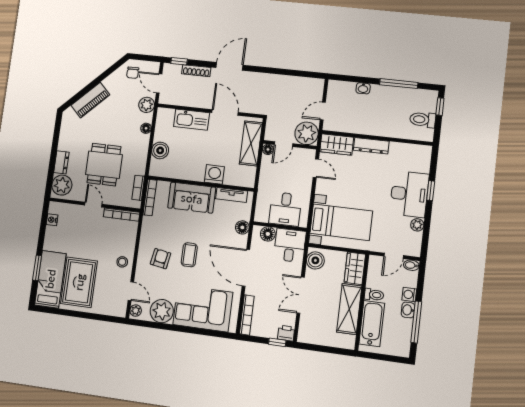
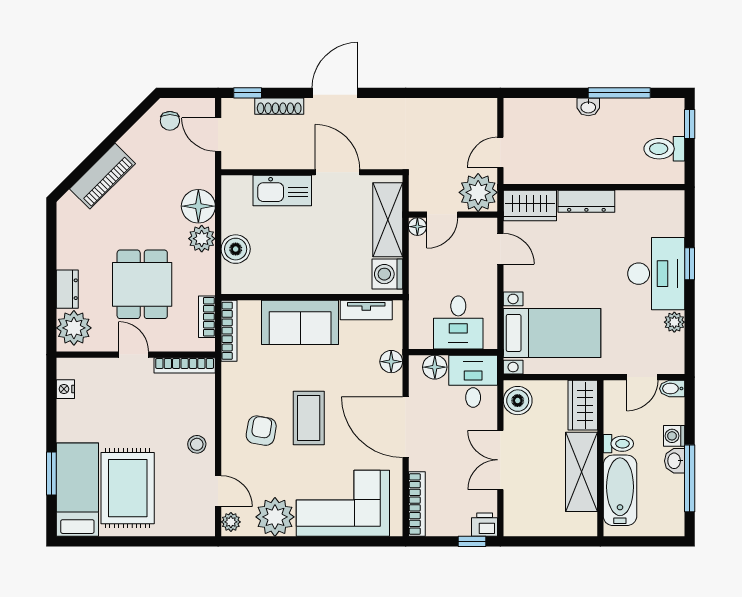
washbasin: (363, 88) -> (588, 107), moved
plant: (147, 105) -> (202, 239), moved
floor lamp: (146, 128) -> (198, 206), width x1.89, depth x1.89
washing machine: (214, 174) -> (387, 274), moved, turned -90
coffee table: (189, 255) -> (309, 418), width x1.36, depth x1.30

